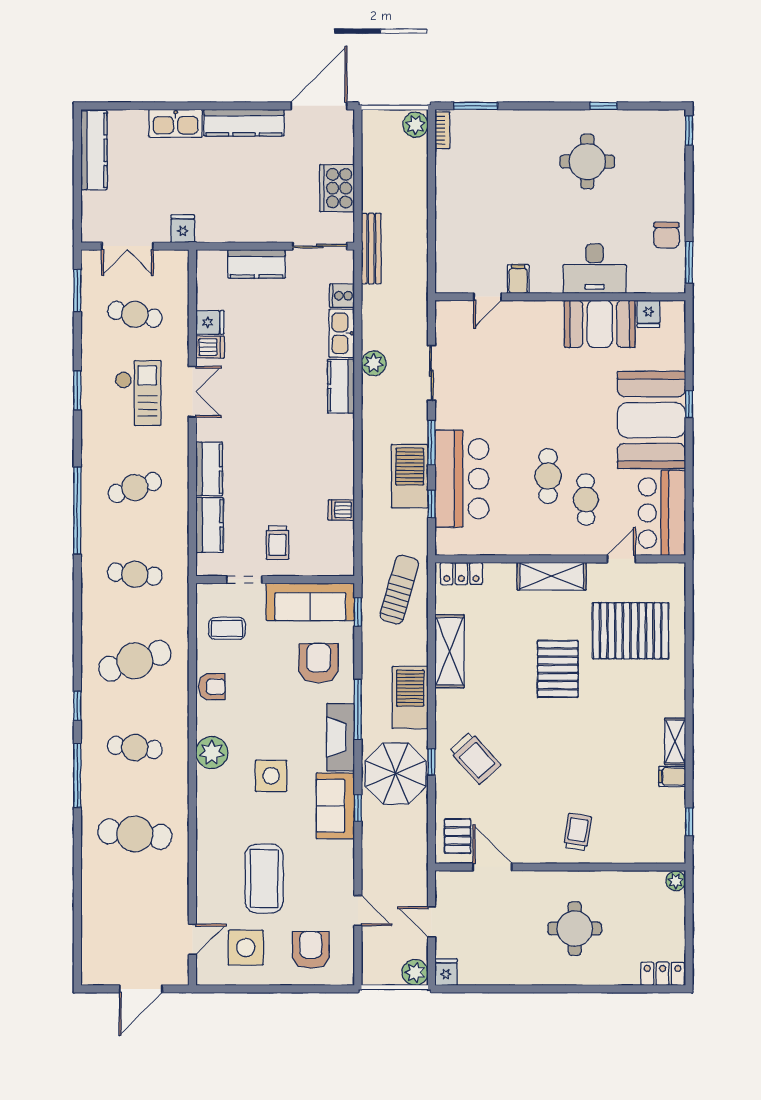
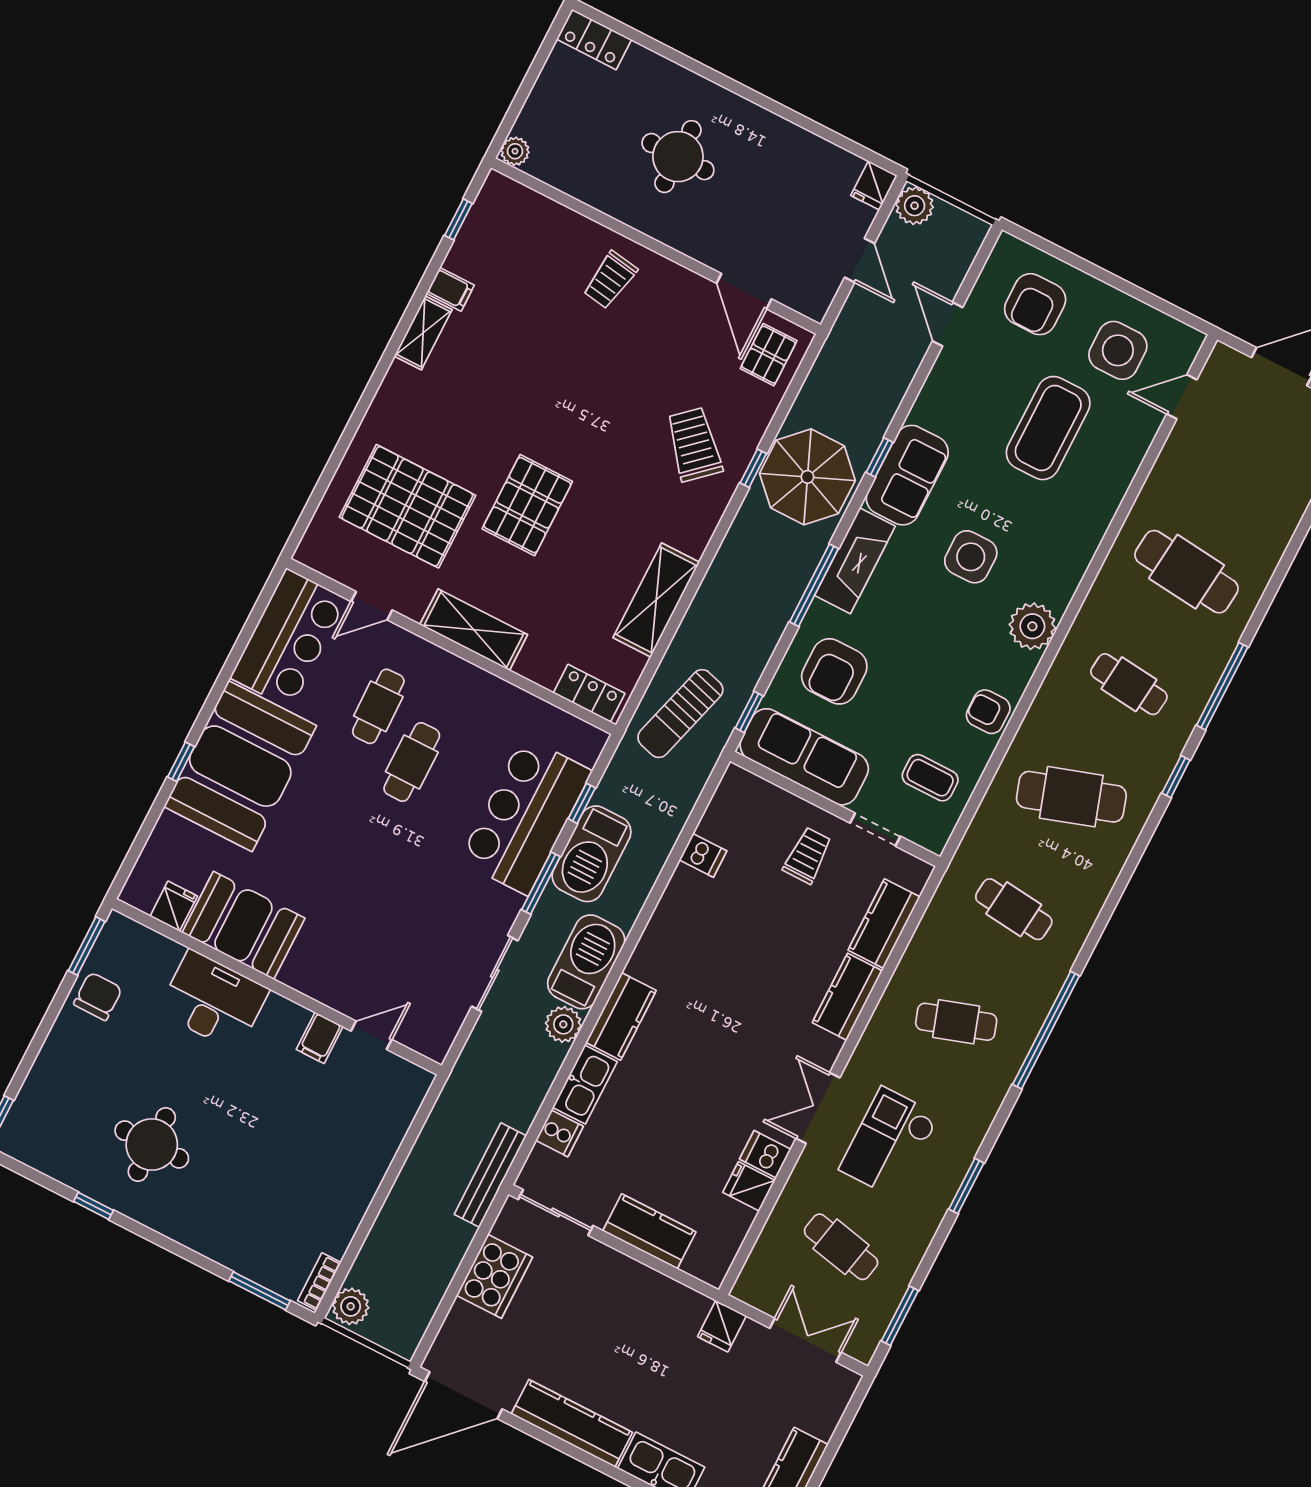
barbecue: (410, 697) -> (586, 962), moved, turned 180

